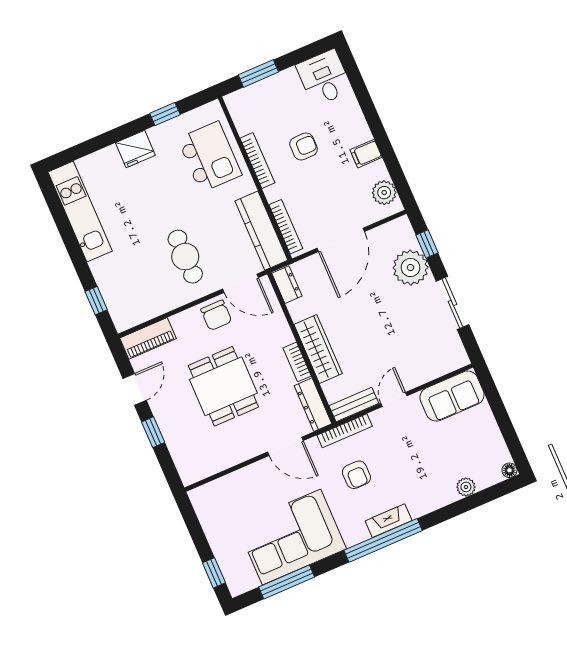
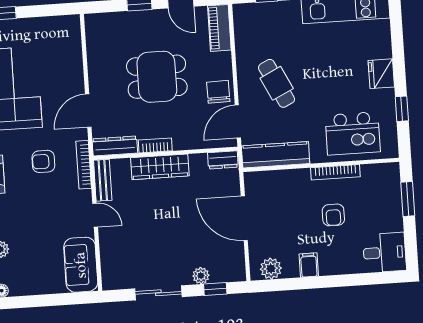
bookcase: (286, 227) -> (272, 176), removed
cafe table: (185, 257) -> (277, 83), turned 64
plant: (411, 268) -> (201, 276), width x0.53, depth x0.53
chair: (216, 315) -> (218, 92), turned 89

